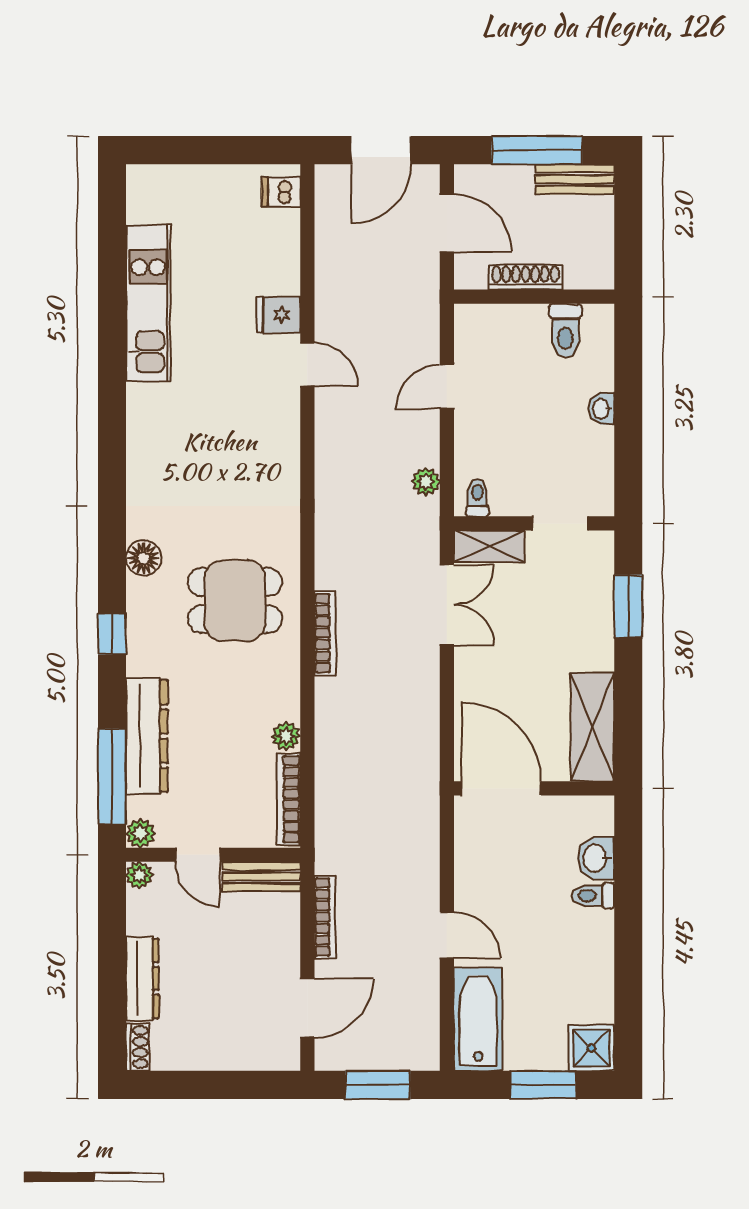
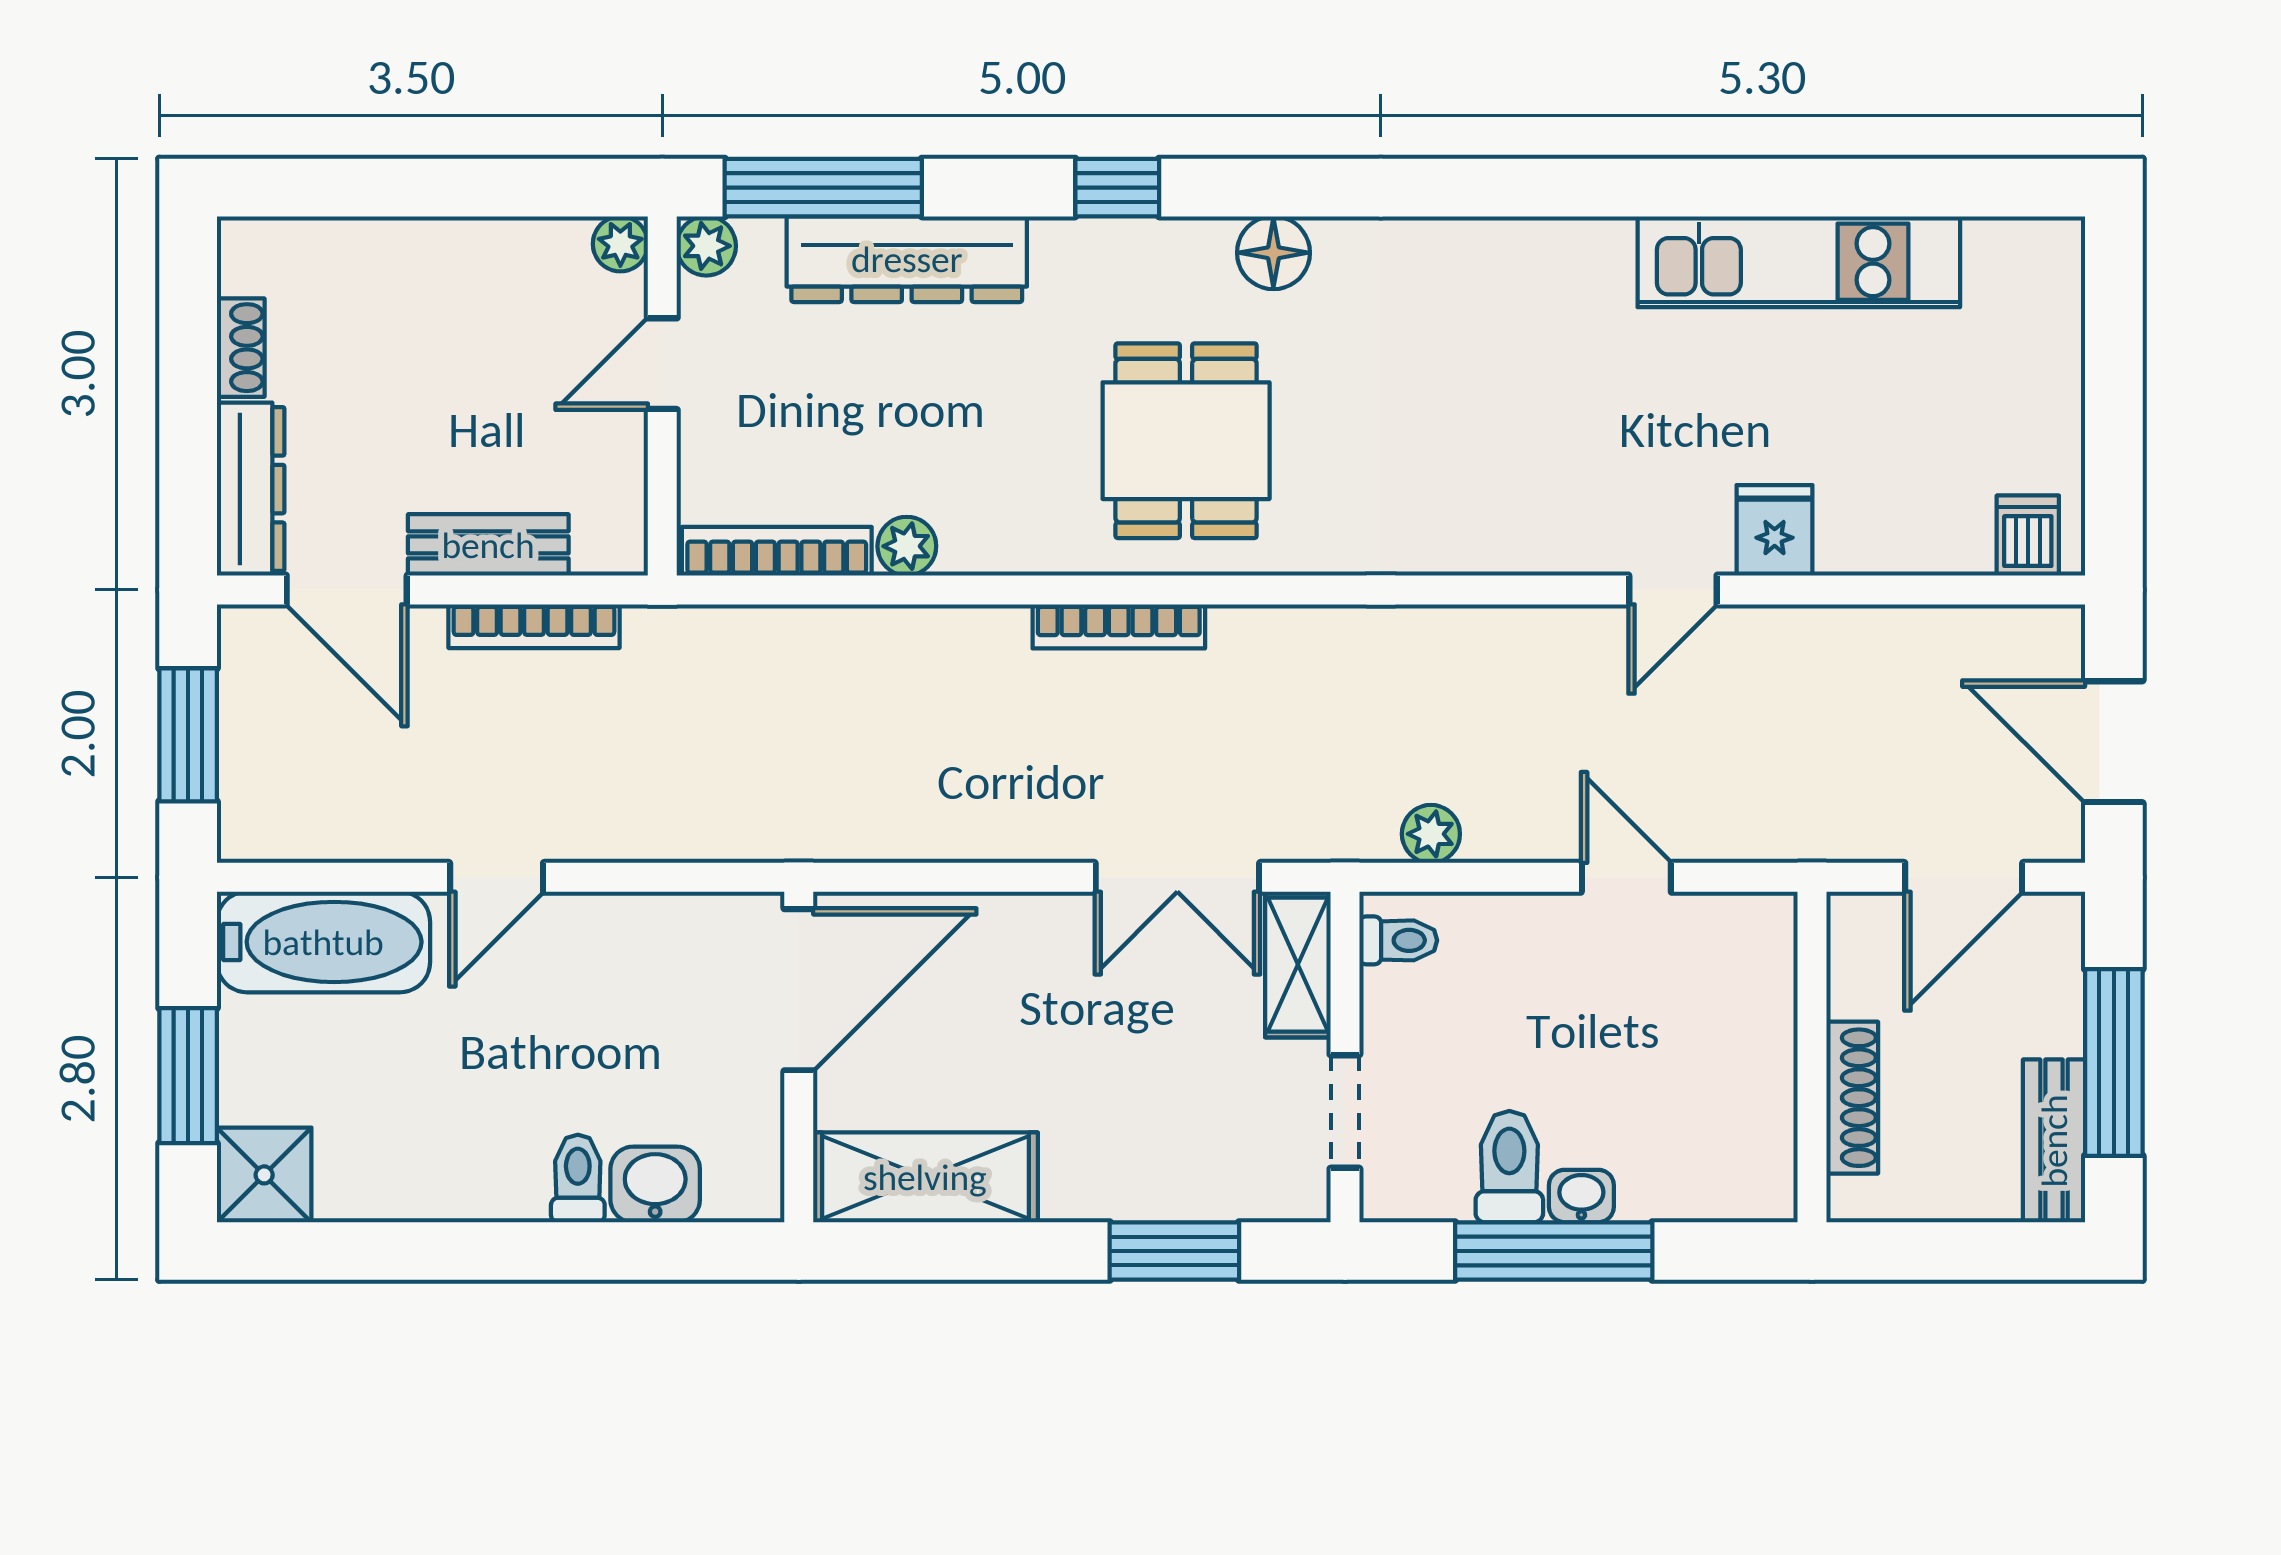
shoe rack: (526, 277) -> (1852, 1098), moved
toilet: (565, 331) -> (1509, 1167), moved, turned 90
window: (628, 422) -> (1554, 1251), added
bench: (261, 877) -> (488, 545), moved, turned 90
dresser: (142, 978) -> (251, 489), moved, turned -90
shoe rack: (138, 1047) -> (241, 348), moved, turned -90

